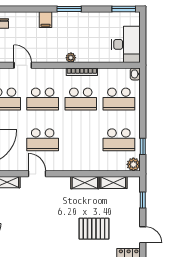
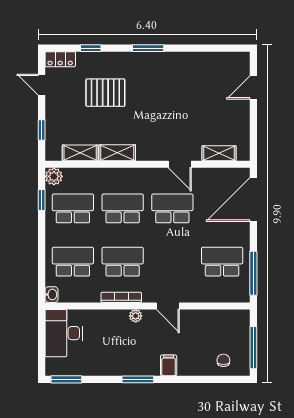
door: (23, 65) -> (168, 306), moved
school desk: (43, 99) -> (123, 208), moved

